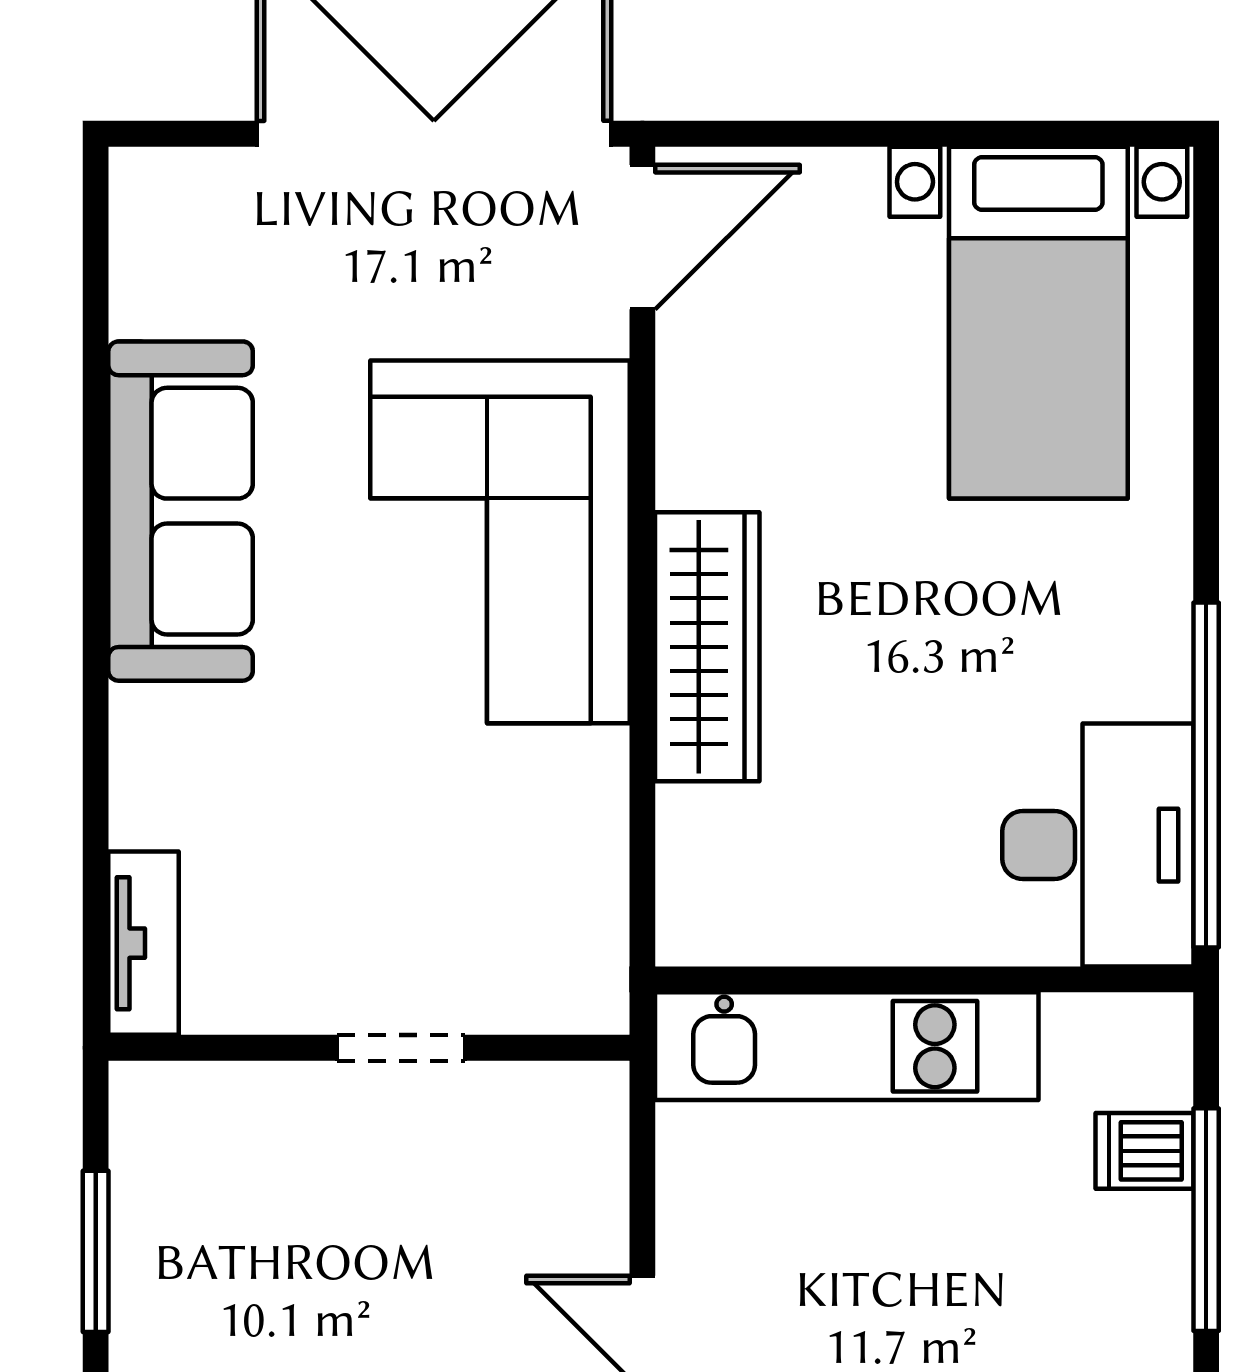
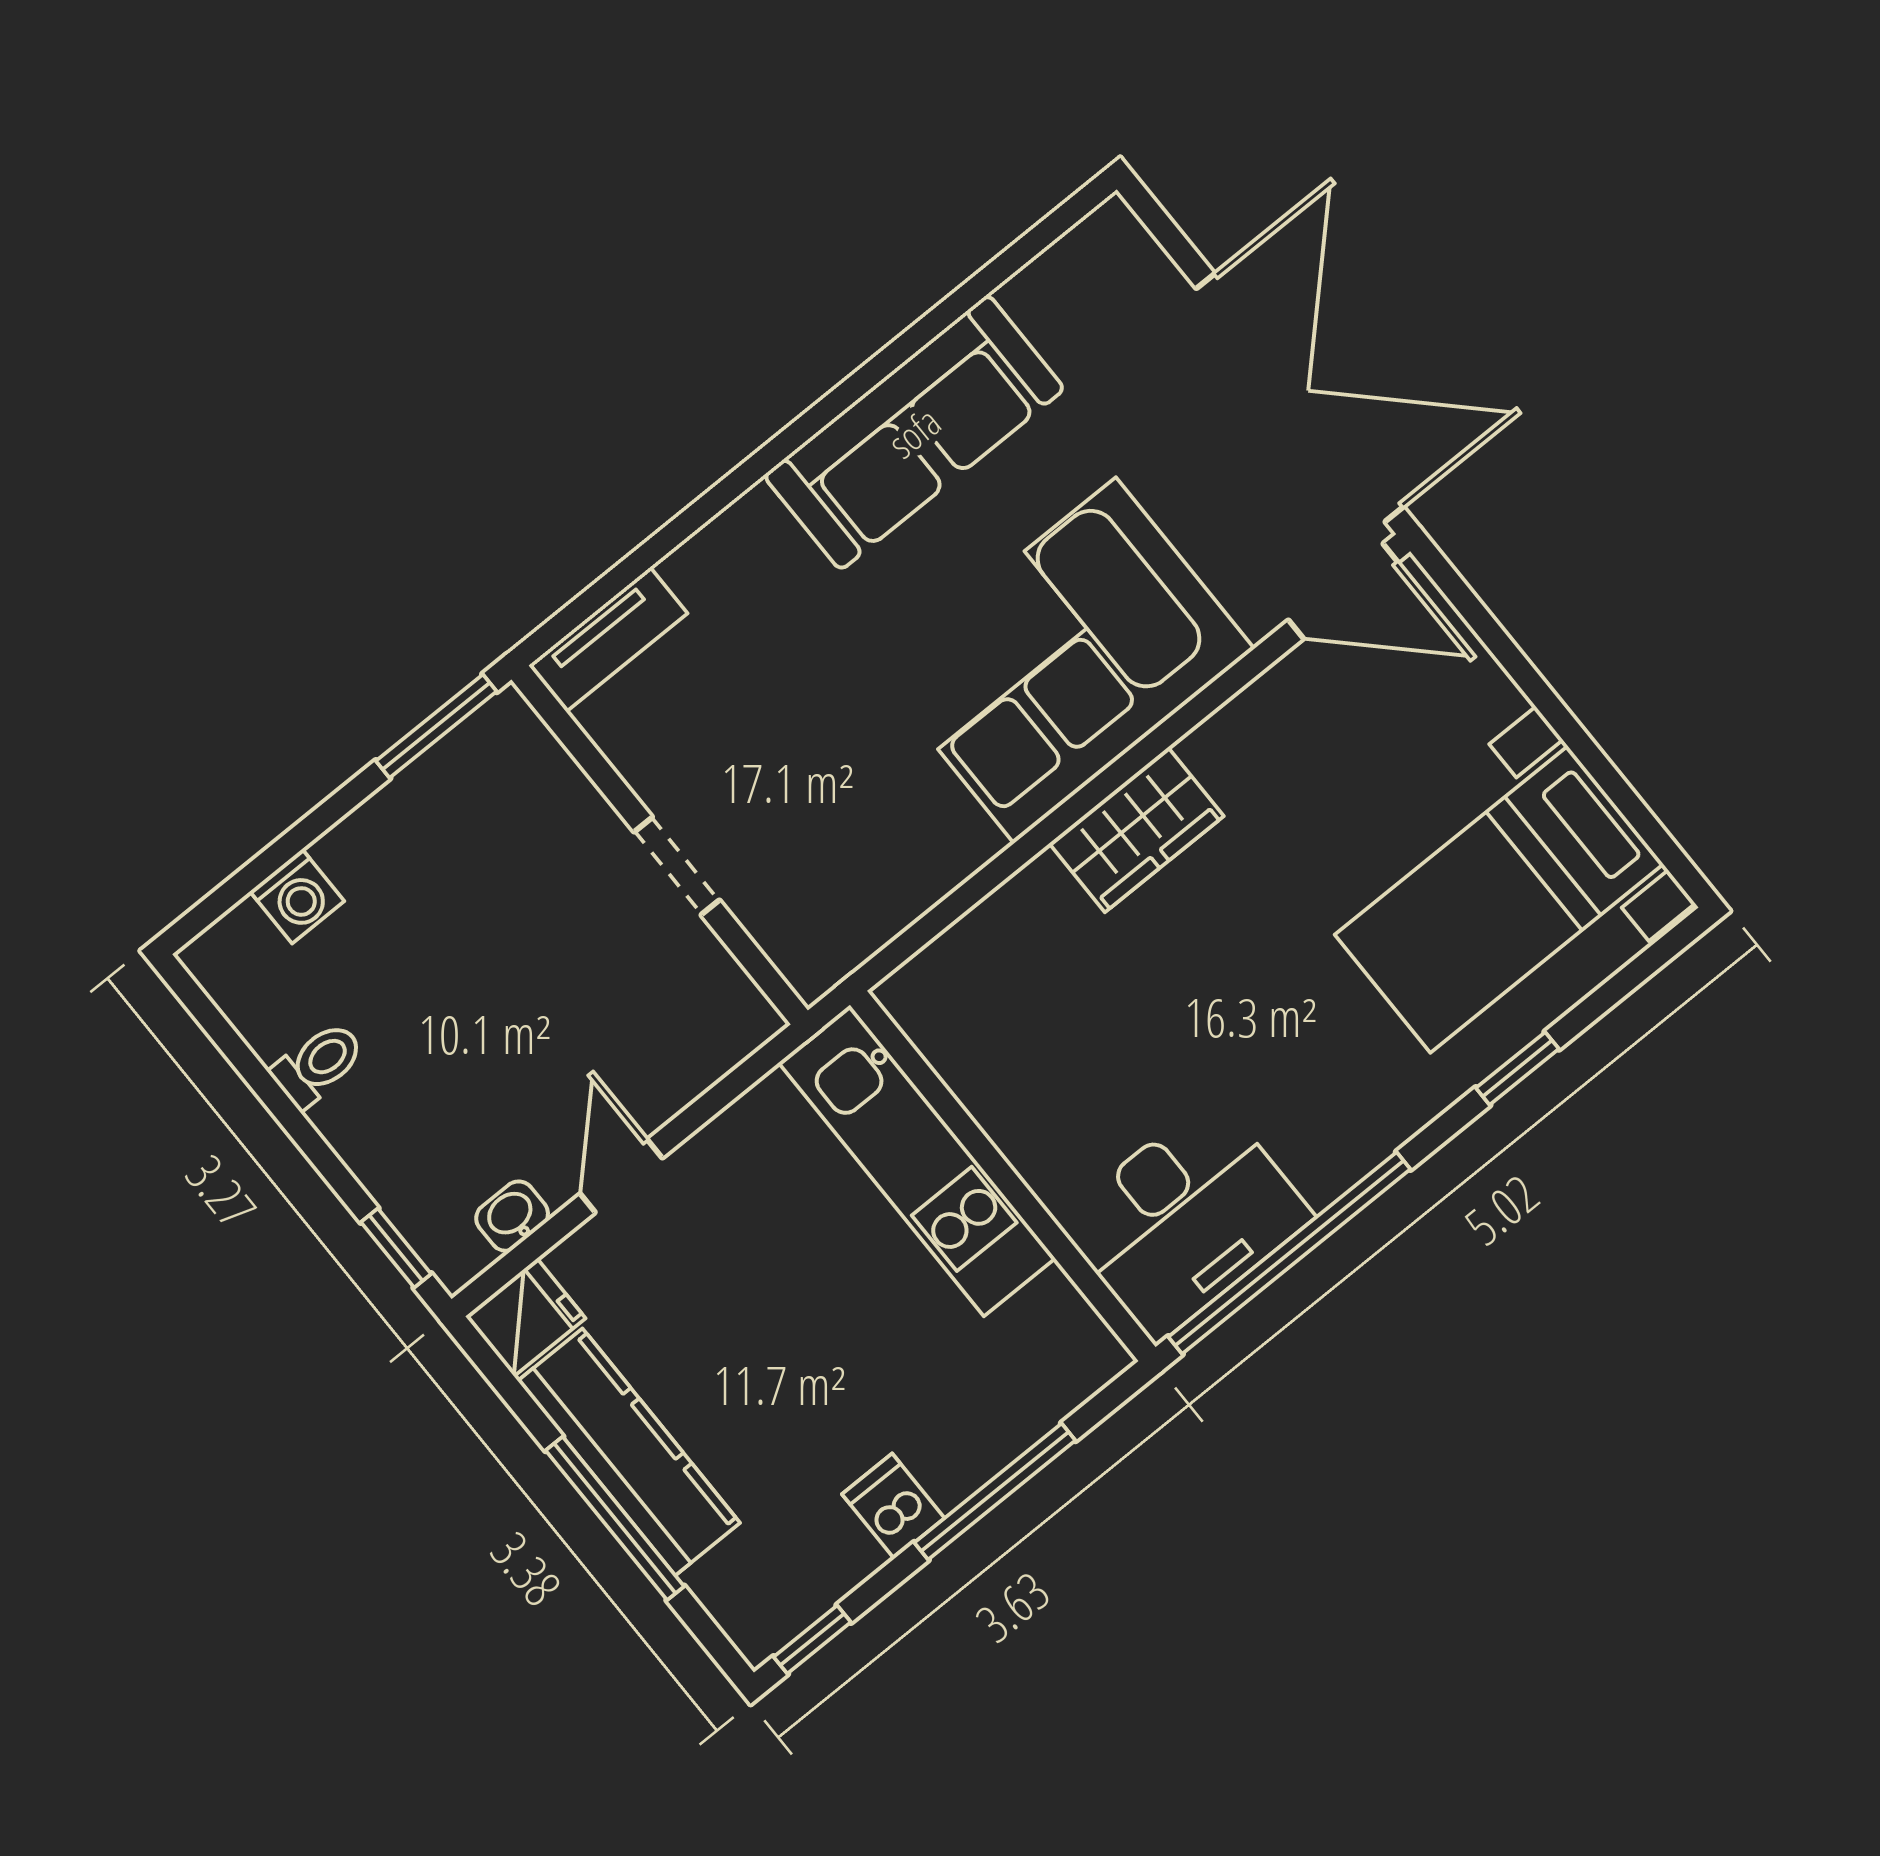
window: (1206, 431) -> (1517, 1068), added
wardrobe: (707, 647) -> (1136, 830), width x0.67
dishwasher: (1144, 1151) -> (893, 1506), moved
window: (96, 1251) -> (436, 726), moved

